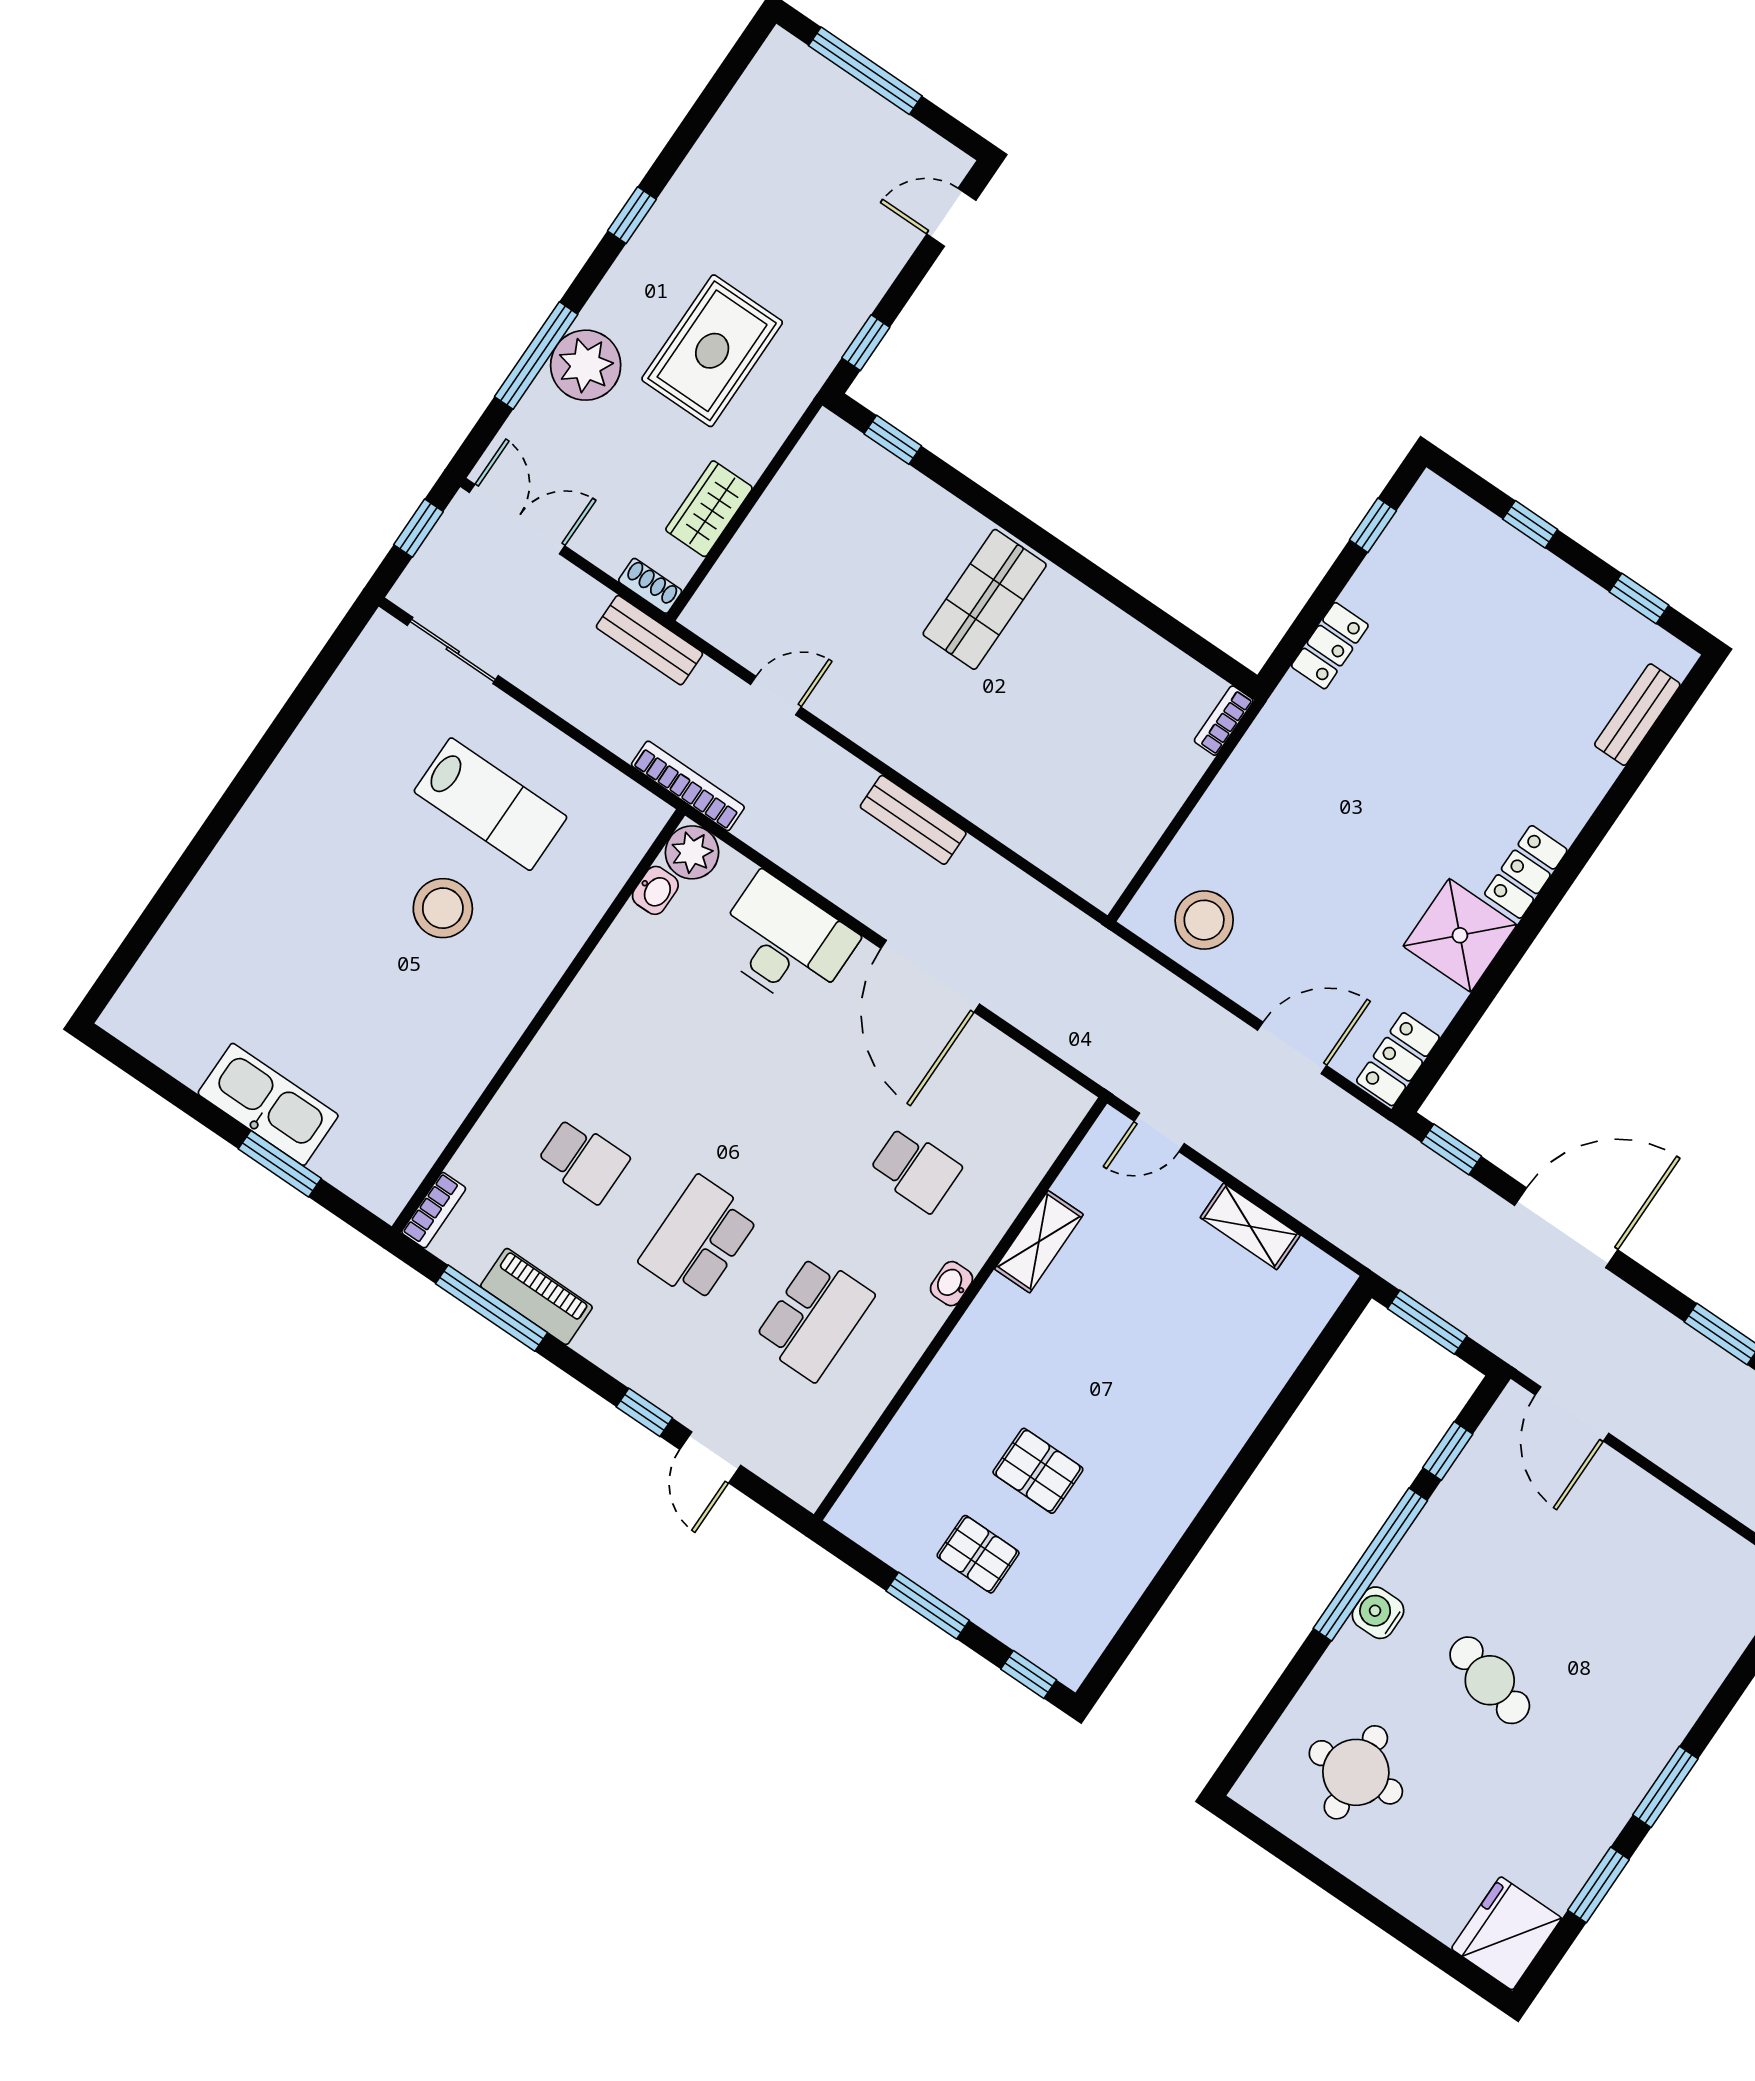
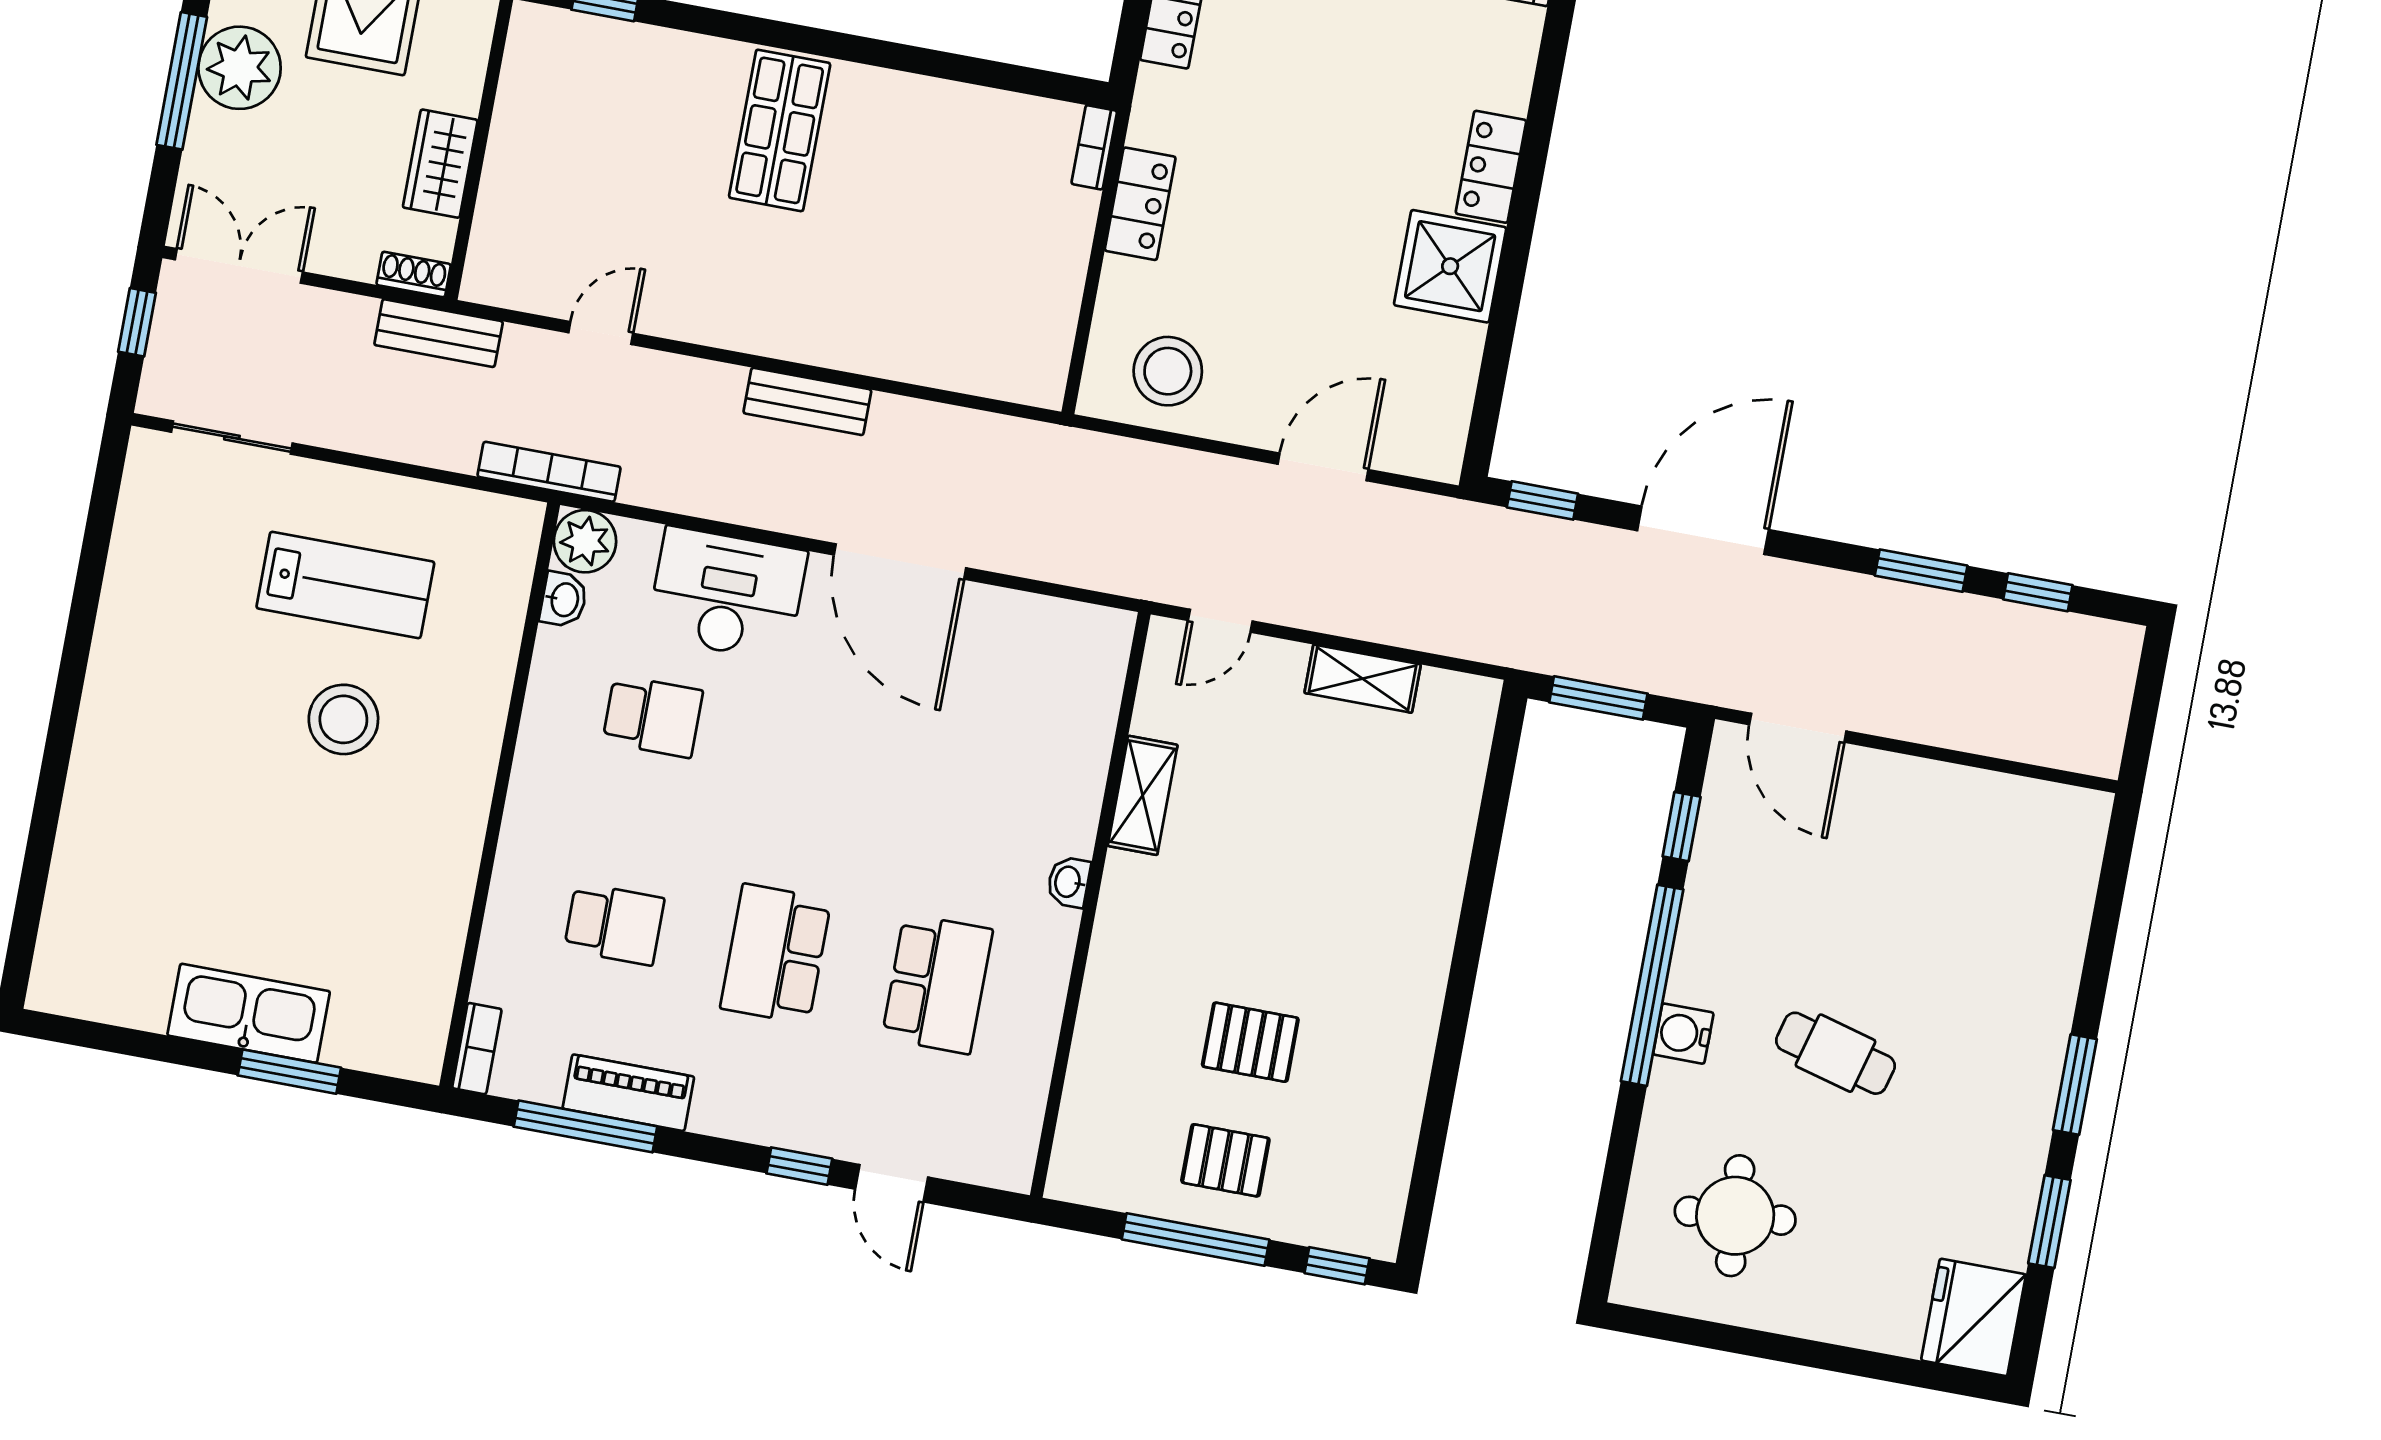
locker: (1398, 1059) -> (1140, 204), moved, turned 180
school desk: (915, 1169) -> (653, 716), moved
window: (928, 1606) -> (1196, 1240), width x1.44

